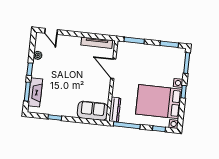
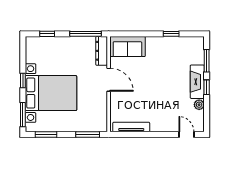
door: (113, 69) -> (109, 80), moved
fireplace: (35, 92) -> (197, 82), moved
bed with nightstands: (159, 102) -> (51, 93), moved

